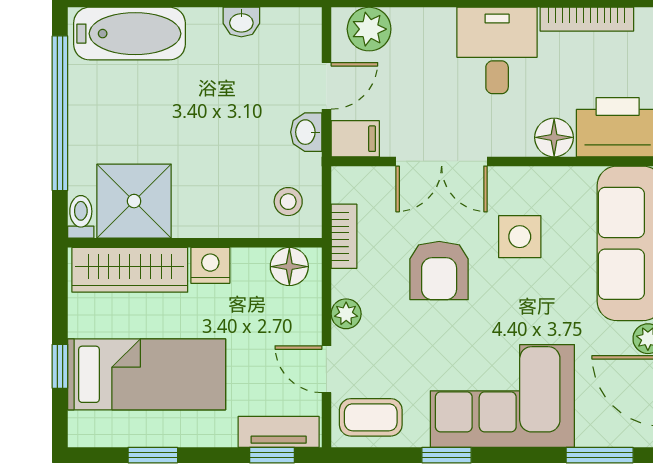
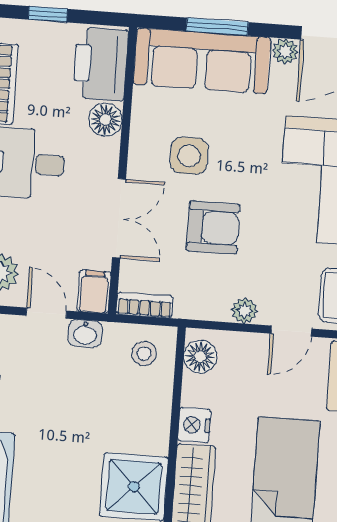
bookcase: (344, 236) -> (145, 305), moved

